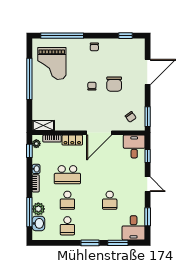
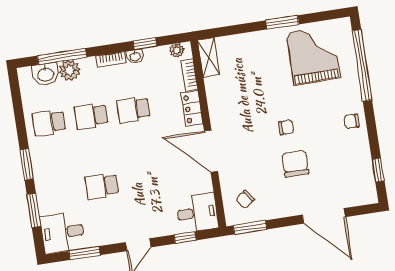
grand piano: (52, 63) -> (313, 55), turned 90
window: (29, 79) -> (282, 22), width x0.47
chair: (114, 84) -> (295, 164), turned 90
window: (29, 151) -> (145, 44), moved
school desk: (67, 175) -> (133, 110), width x0.54

